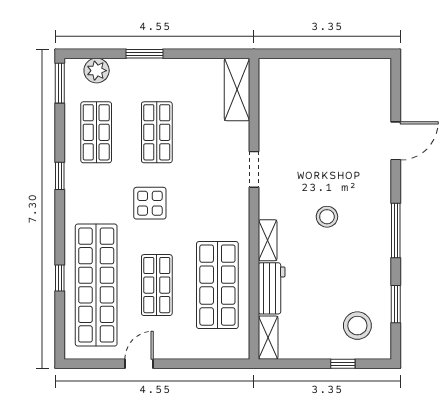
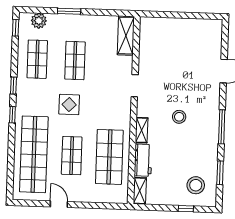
window: (60, 83) -> (16, 28), width x0.67
window: (60, 278) -> (12, 115), moved
door: (139, 364) -> (59, 204), hinge flipped

